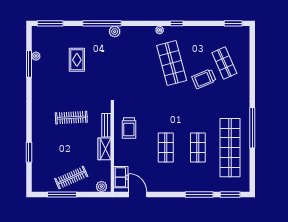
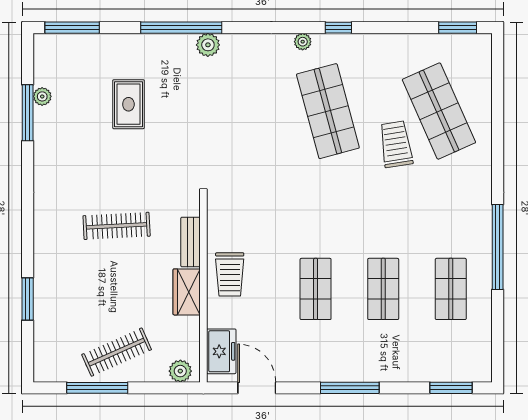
shop shelf: (224, 63) -> (439, 111), width x1.43, depth x1.36
trolley: (204, 79) -> (396, 144), turned 104
trolley: (129, 128) -> (230, 274), moved
shop shelf: (230, 148) -> (451, 289), width x0.50, depth x0.74
window: (199, 195) -> (350, 388), moved

